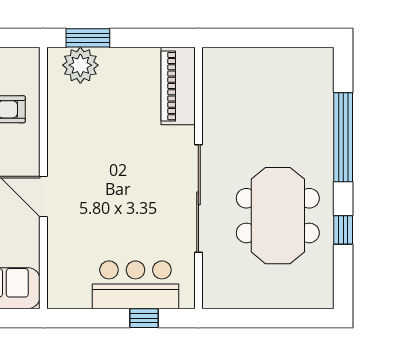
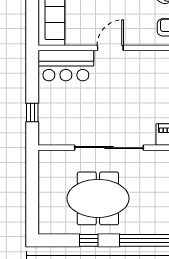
bar counter: (135, 285) -> (66, 66), moved, turned 90

